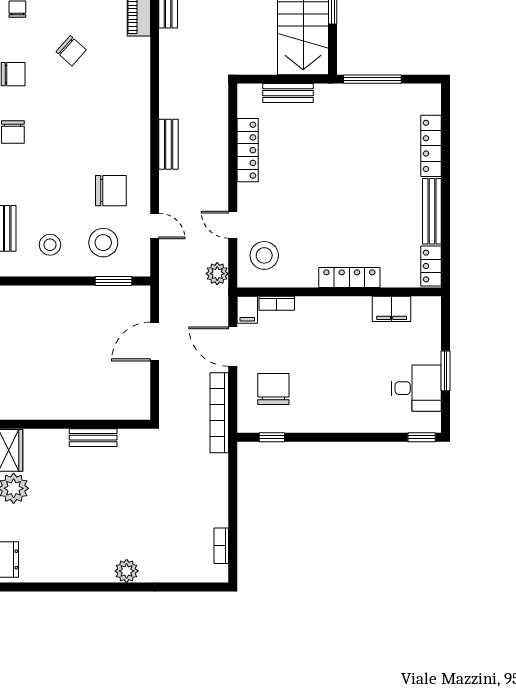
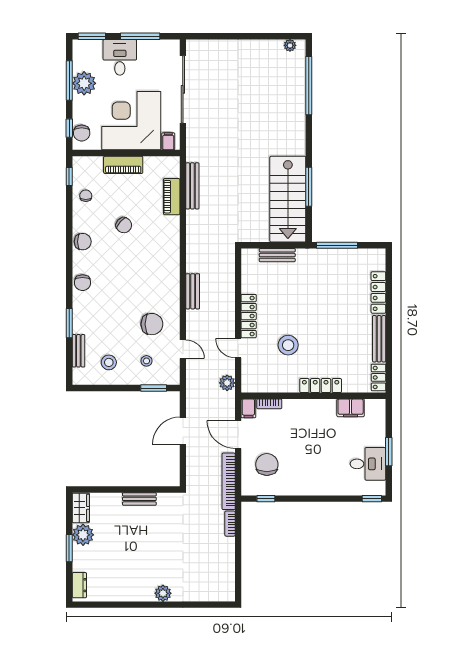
locker: (248, 150) -> (249, 316), moved
stool: (103, 243) -> (146, 361), width x0.53, depth x0.53
stool: (264, 255) -> (288, 345), moved
bookcase: (221, 546) -> (230, 524), moved

